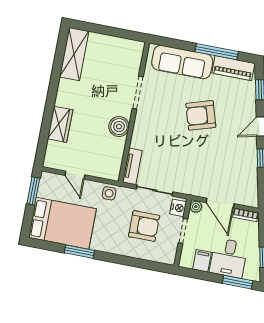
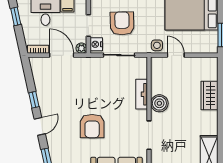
armchair: (201, 115) -> (92, 126), turned 107
tv unit: (132, 166) -> (142, 94), moved
door: (75, 175) -> (176, 55), moved
armchair: (144, 226) -> (122, 23), turned 89

